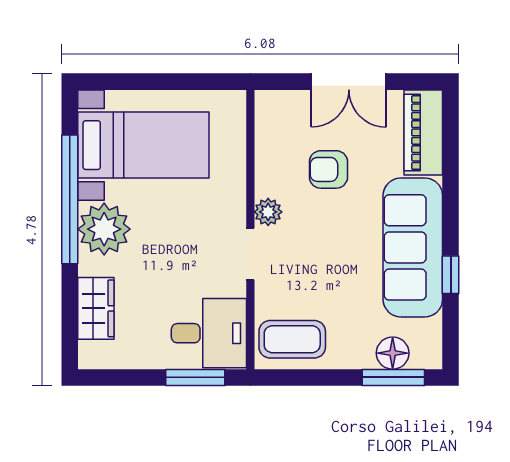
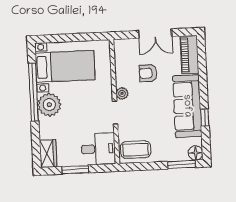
wardrobe: (96, 308) -> (48, 154), moved
floor lamp: (393, 353) -> (196, 153), moved
window: (195, 377) -> (75, 170), moved

